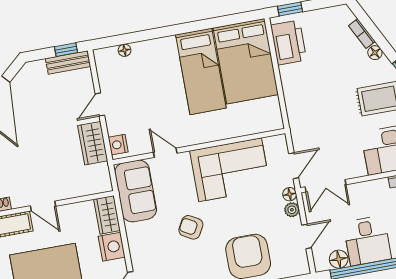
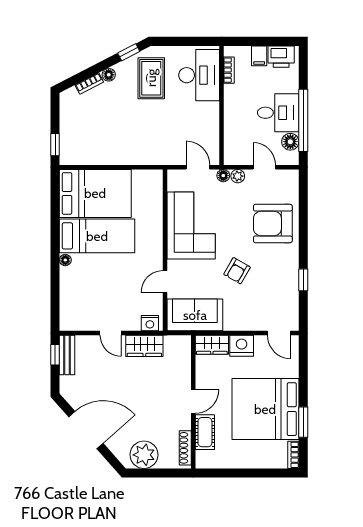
printer: (289, 42) -> (85, 151), removed
floor lamp: (125, 50) -> (65, 260), moved
double door: (326, 186) -> (221, 142), removed

